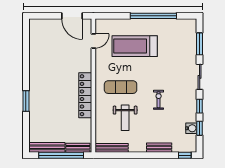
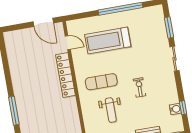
door: (93, 41) -> (68, 43), hinge flipped
locker: (85, 95) -> (65, 75), moved
window: (26, 101) -> (14, 111), width x1.44
window: (200, 106) -> (179, 87), removed

